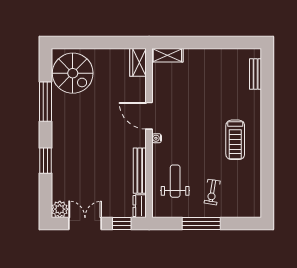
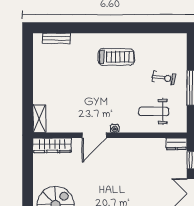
wardrobe: (138, 62) -> (52, 145), width x1.50
bench: (140, 171) -> (144, 144), removed

